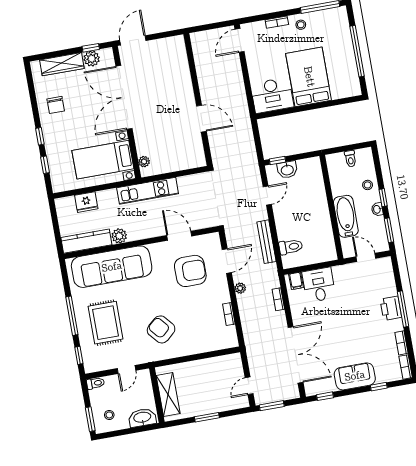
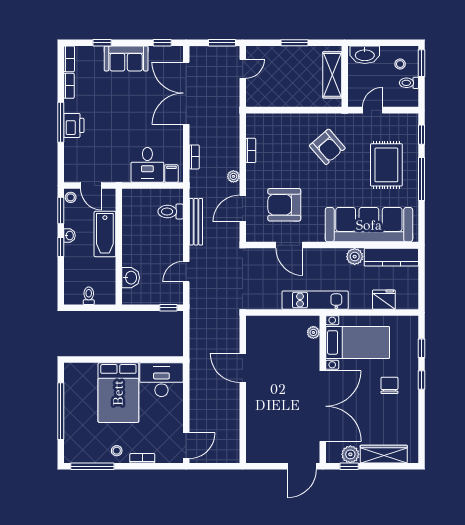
chair: (56, 105) -> (389, 385), moved
washbasin: (287, 170) -> (131, 278), moved, turned 90
stool: (368, 185) -> (71, 197), moved
toilet: (96, 383) -> (409, 83), moved

